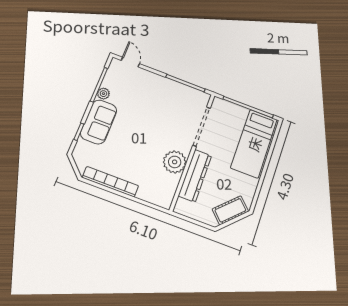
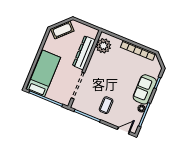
door: (130, 62) -> (124, 131), swing flipped
coffee table: (158, 98) -> (106, 105), added
plant: (175, 162) -> (103, 46), moved

